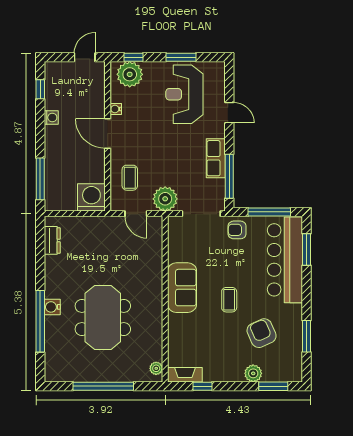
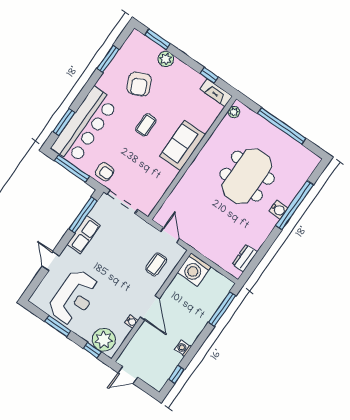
plant: (165, 199) -> (141, 231), removed
sofa: (182, 288) -> (183, 145), moved

